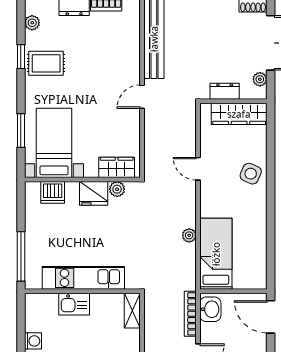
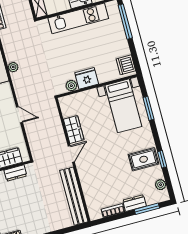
wardrobe: (117, 167) -> (74, 130), moved, turned -90
dishwasher: (53, 192) -> (126, 65), moved, turned -90

